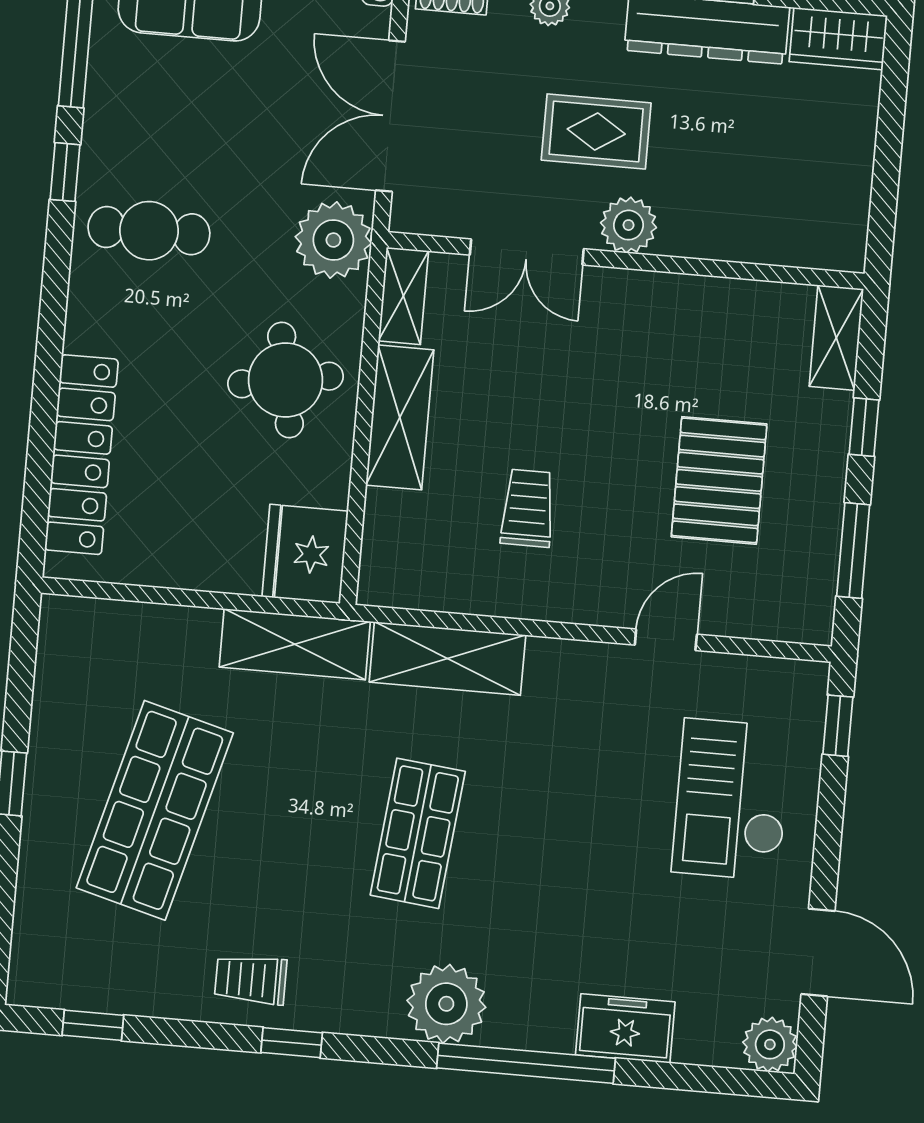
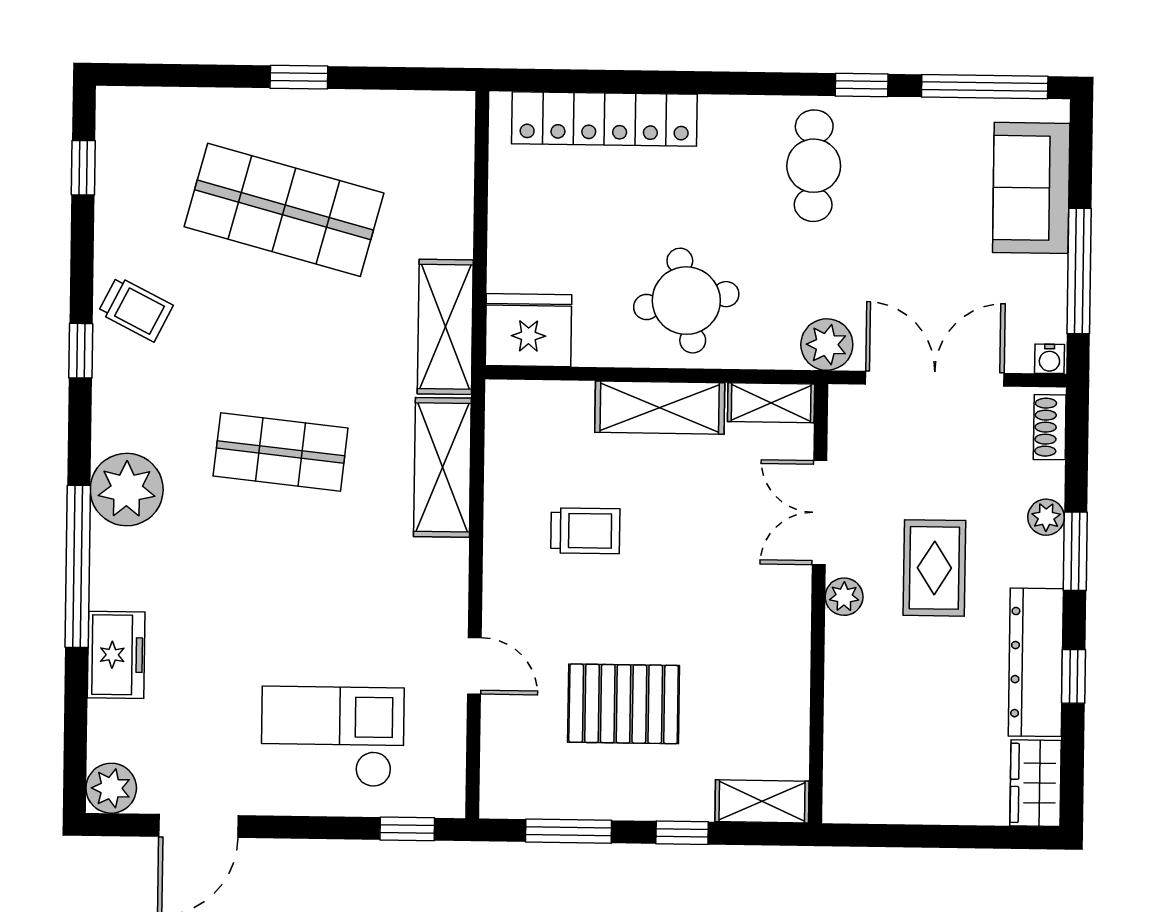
plant: (628, 225) -> (844, 597), width x0.73, depth x0.73
plant: (333, 240) -> (827, 345), width x0.73, depth x0.73
trolley: (251, 980) -> (136, 309), turned 117

